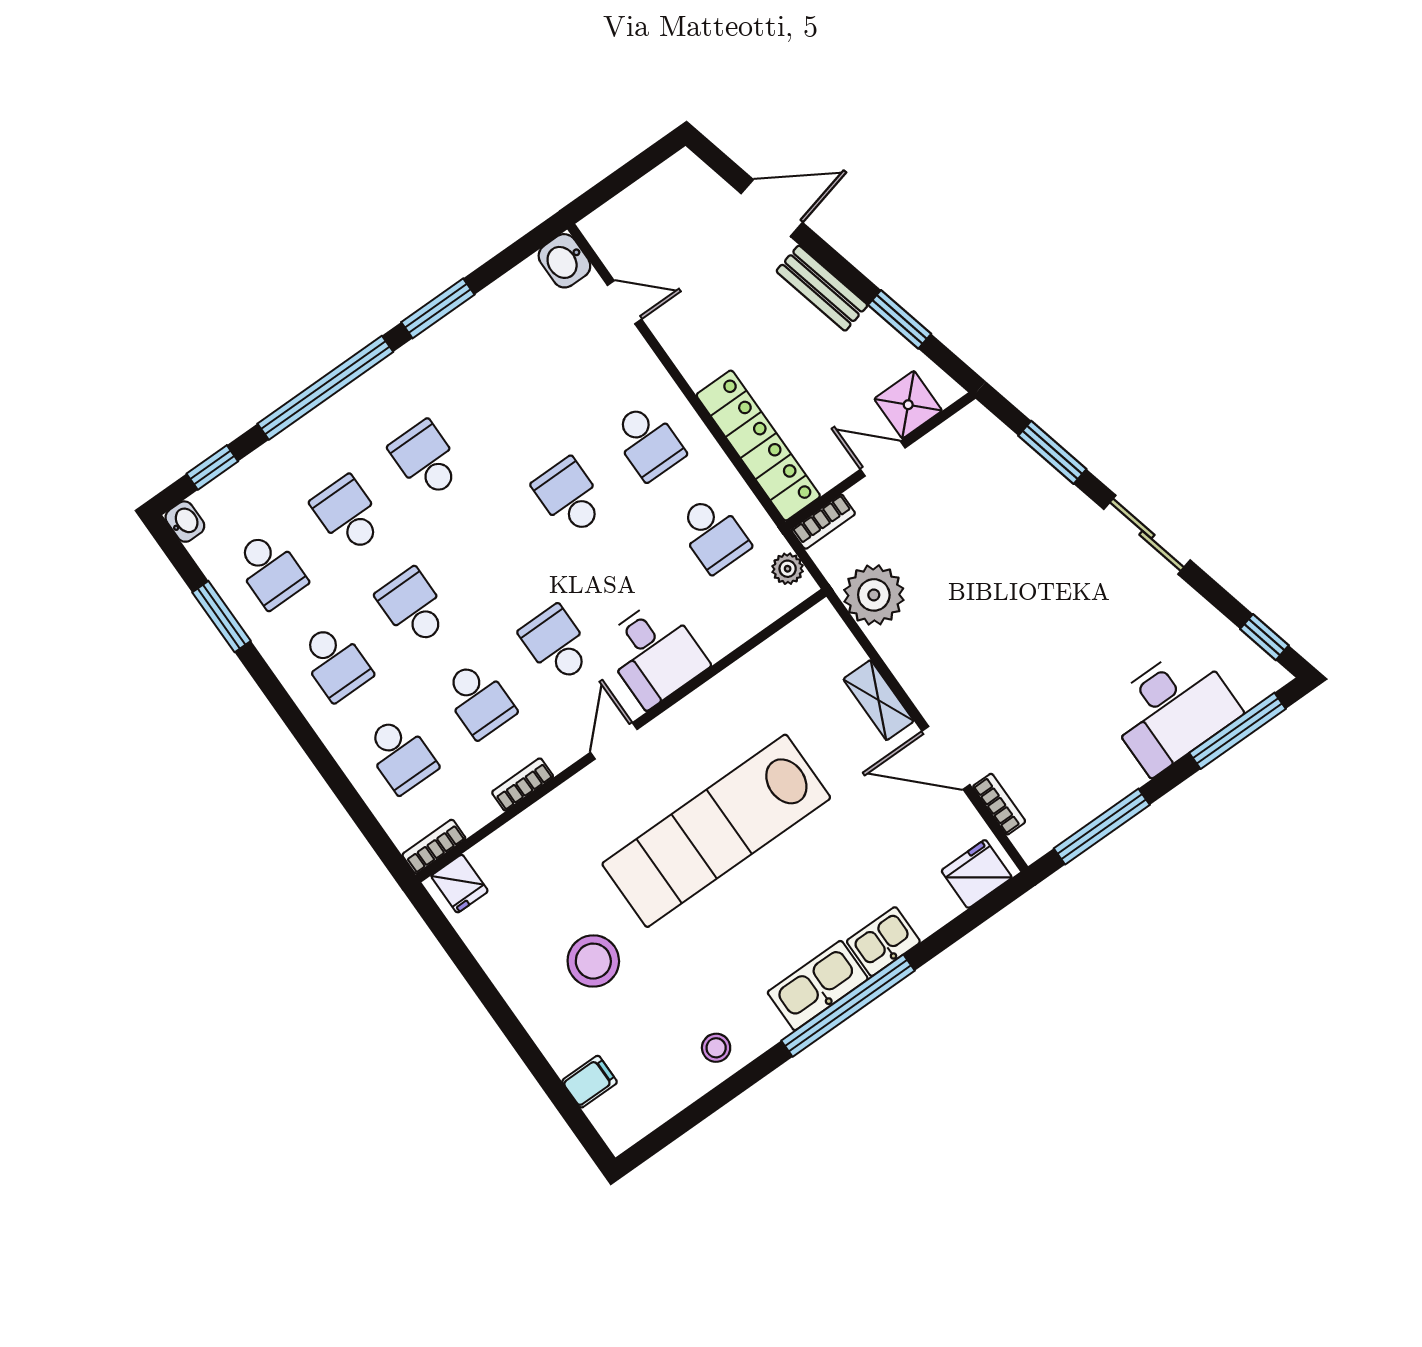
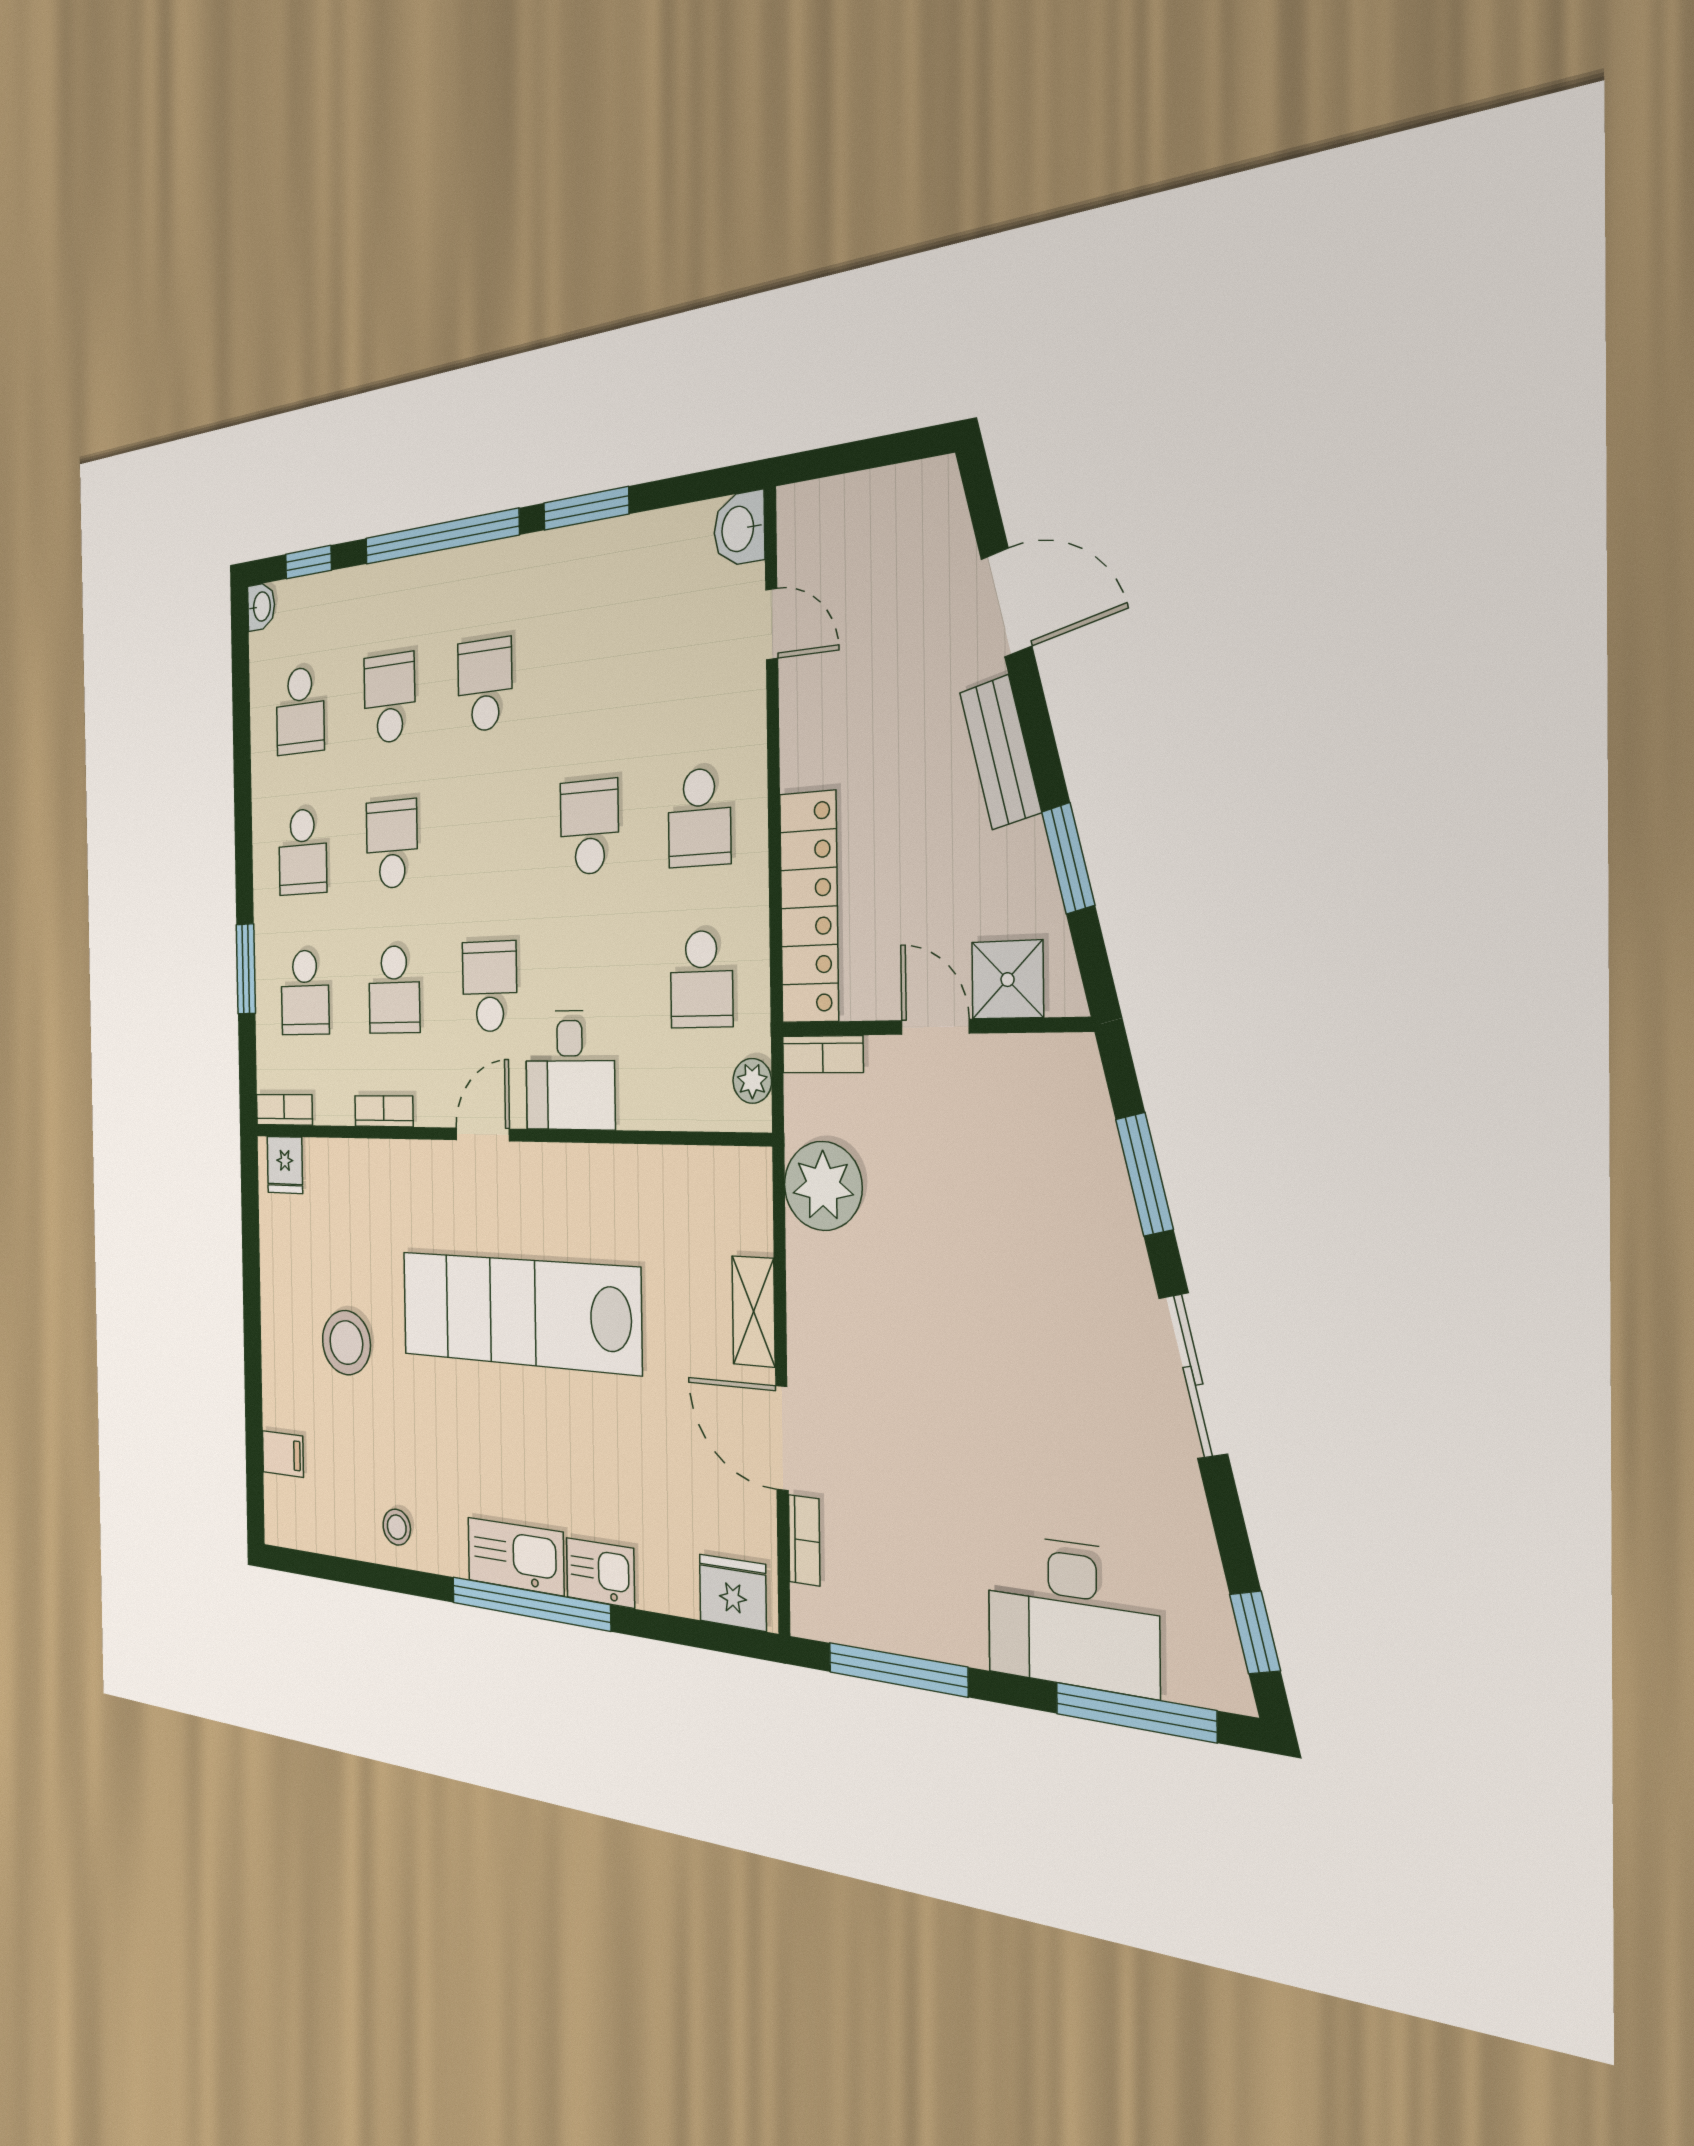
window: (221, 617) -> (246, 969), moved

